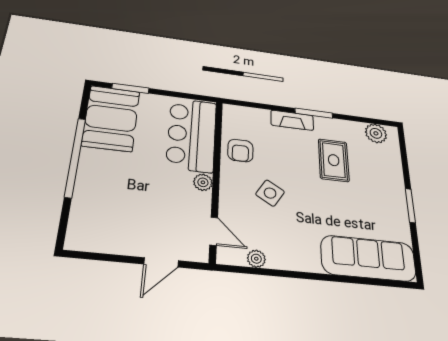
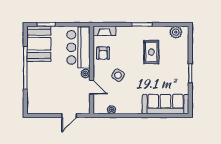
fireplace: (292, 120) -> (104, 31), moved
door: (214, 231) -> (92, 87), moved

